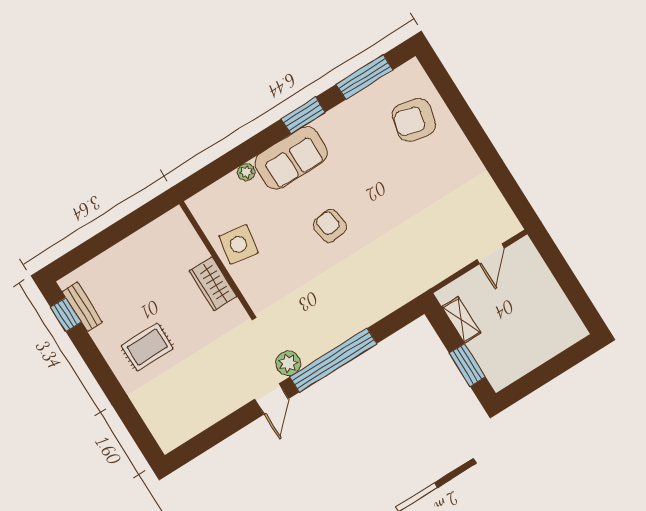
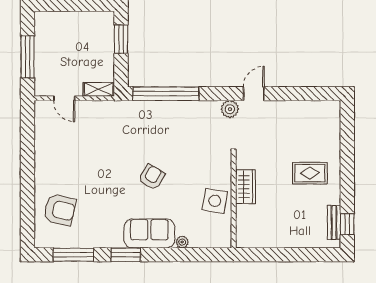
armchair: (330, 226) -> (152, 177), turned -143
door: (491, 254) -> (64, 98), swing flipped
window: (564, 275) -> (28, 57), added
shelving: (461, 320) -> (99, 89), moved, turned 90
window: (333, 360) -> (166, 94), moved

